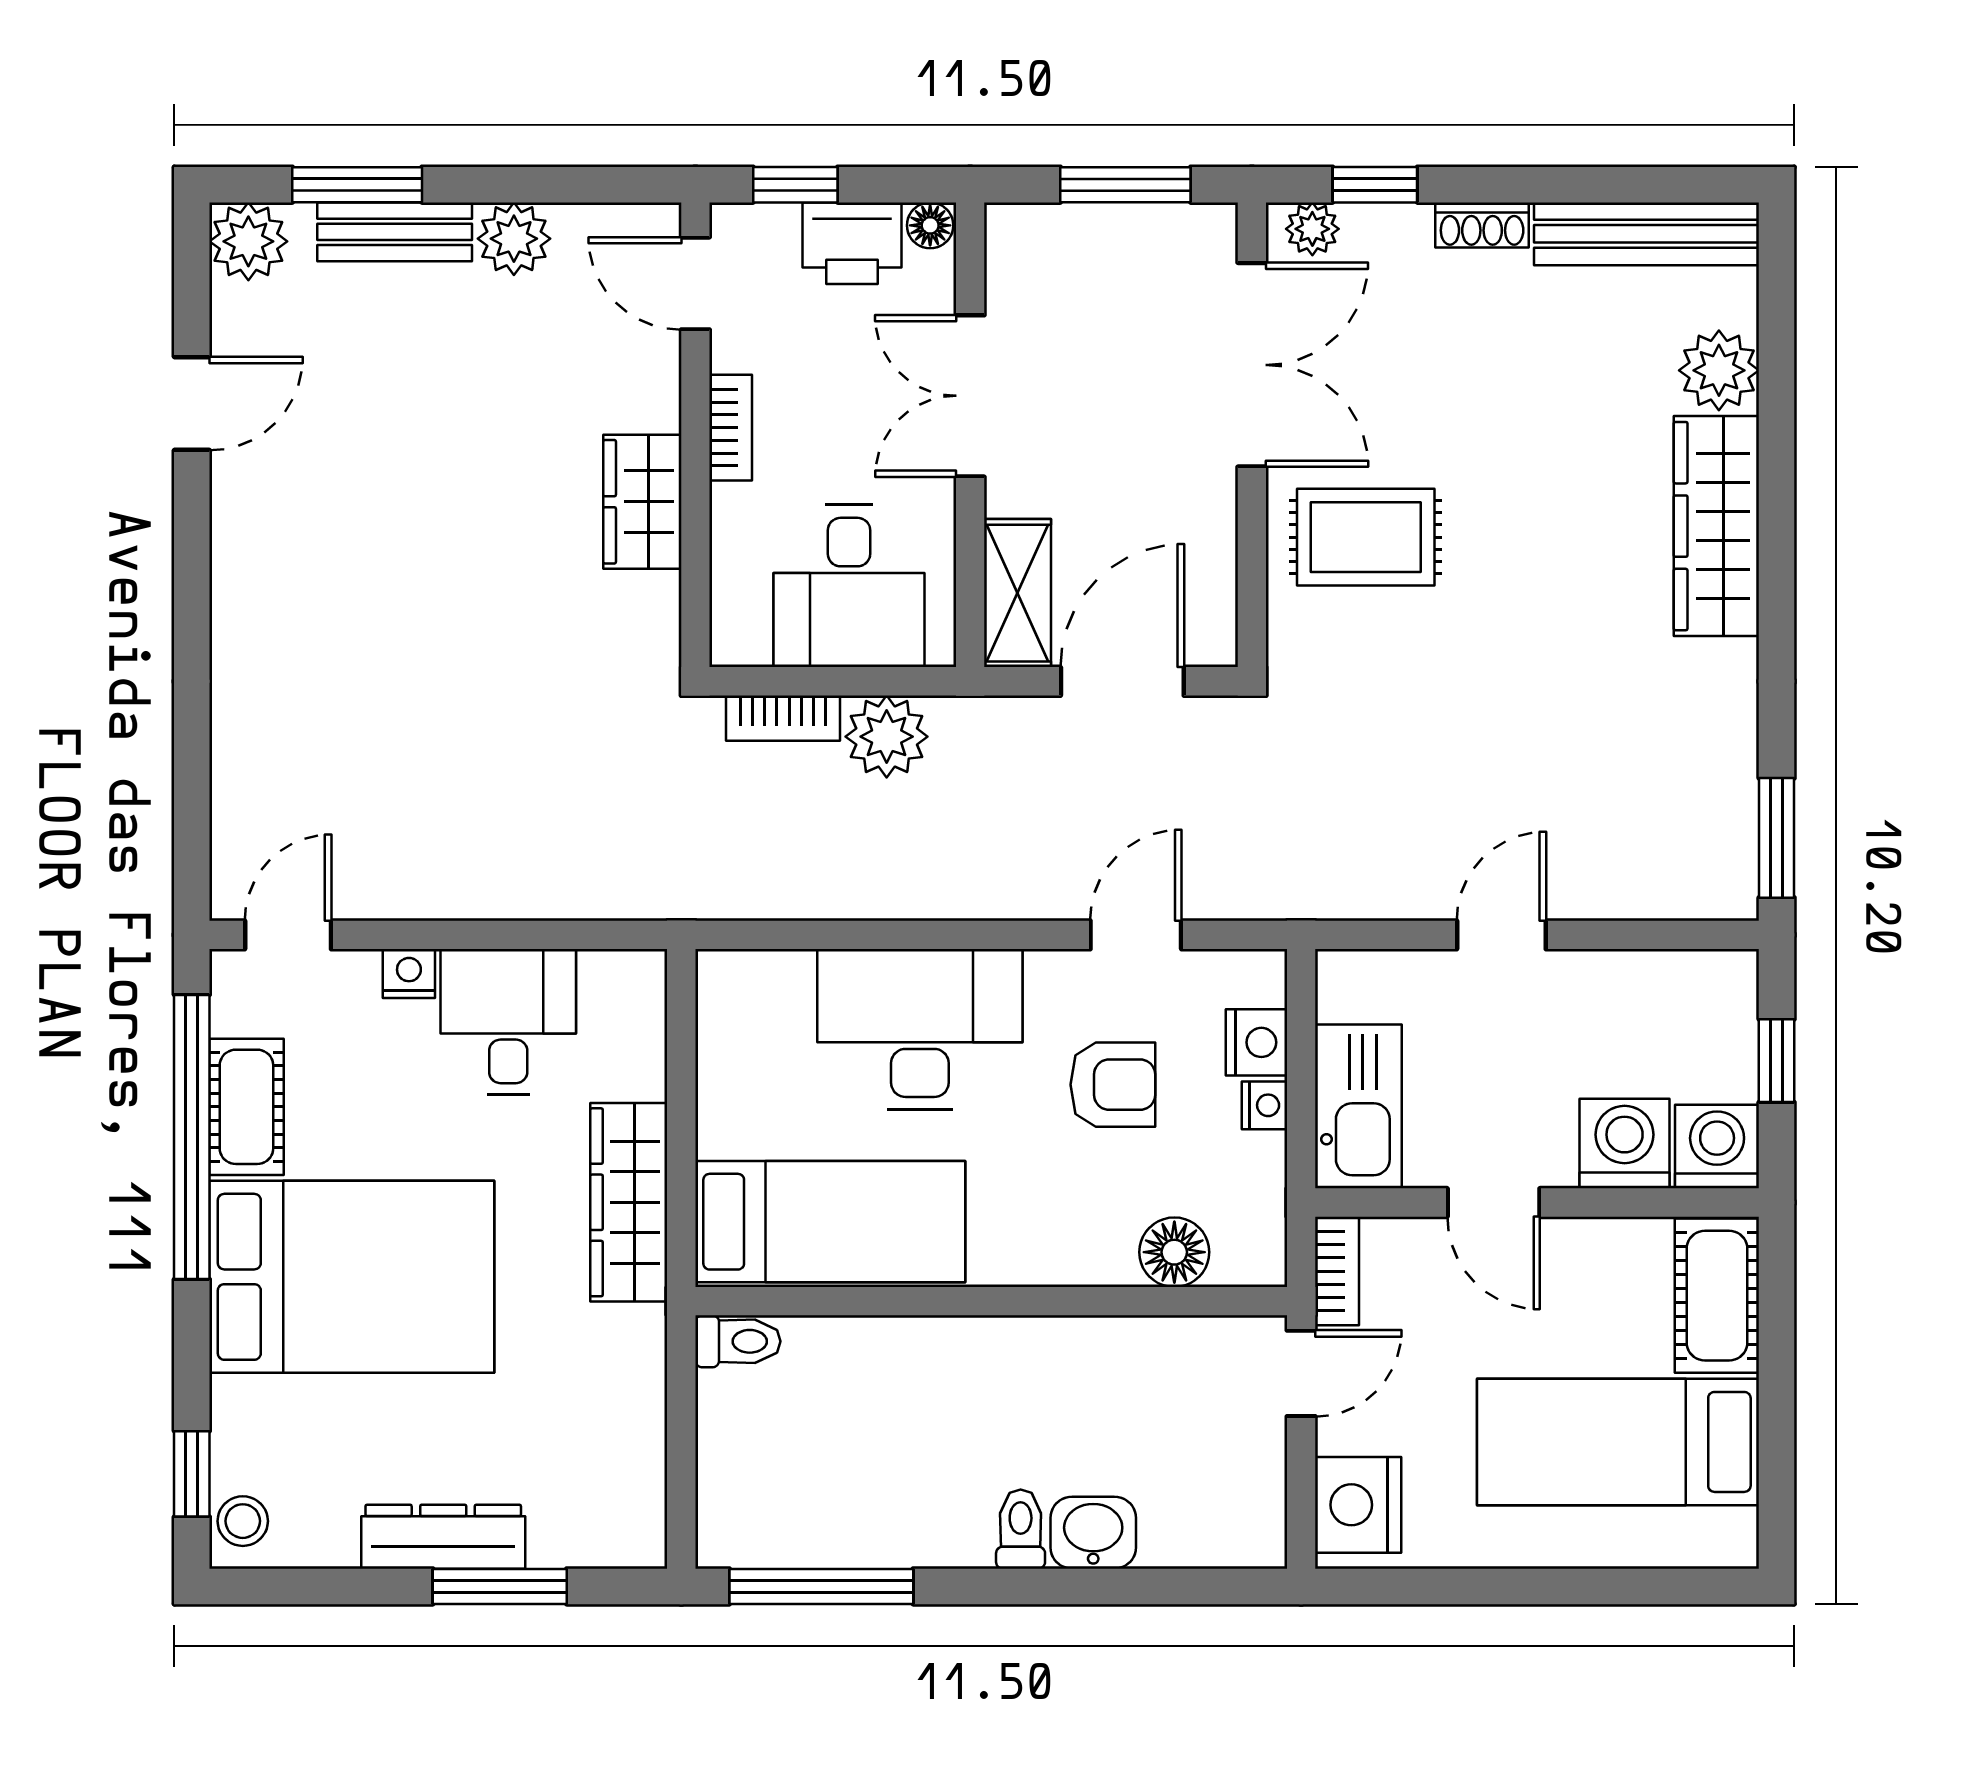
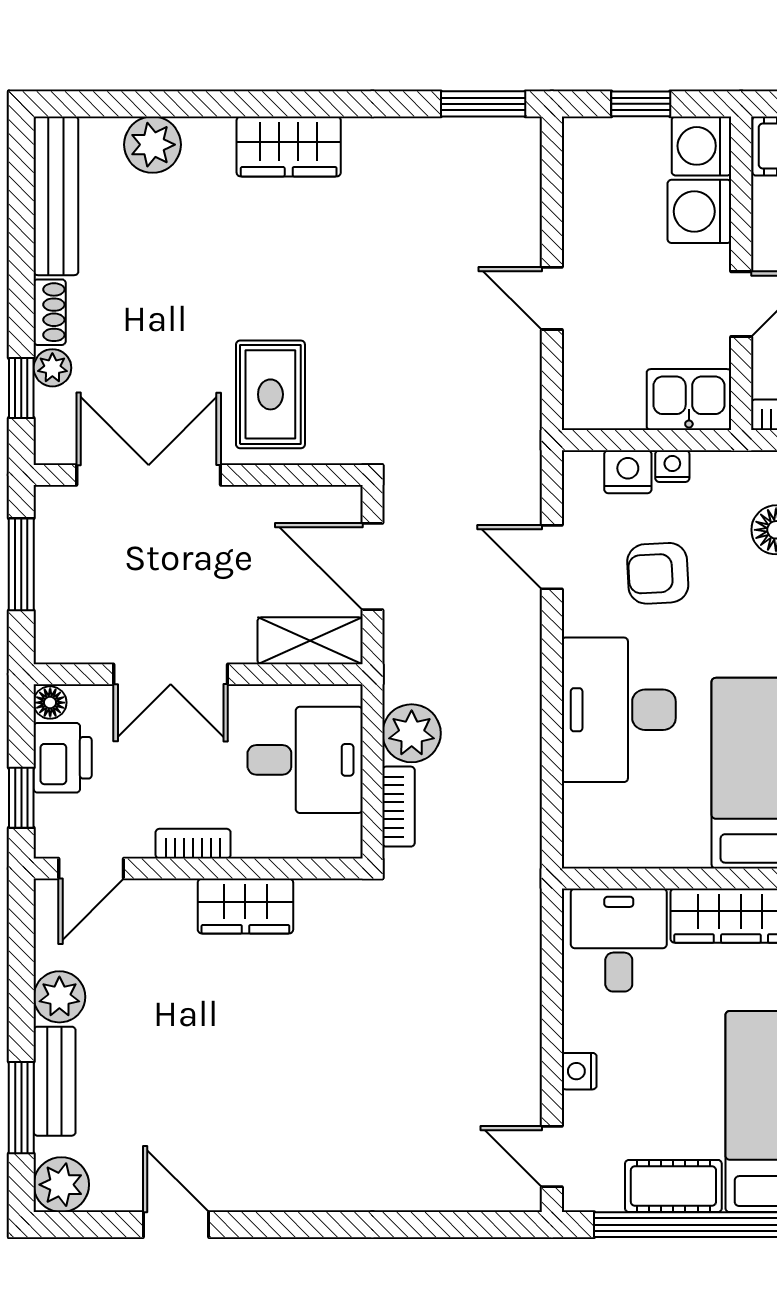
plant: (1312, 229) -> (52, 368), moved
wardrobe: (1716, 526) -> (289, 146), width x0.67
desk: (508, 1022) -> (619, 940), moved, turned 90
armchair: (1113, 1085) -> (658, 573), turned -93
kitchen sink: (1358, 1106) -> (689, 400), width x0.73

